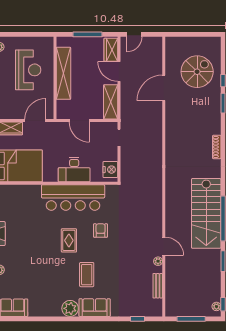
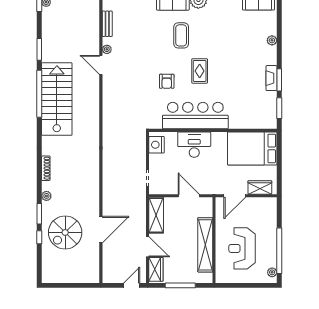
spiral stairs: (197, 72) -> (65, 232), moved
plant: (216, 120) -> (46, 196), added

